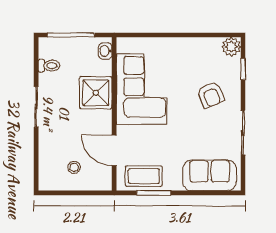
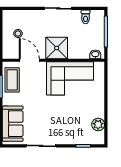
plant: (231, 47) -> (98, 124), moved
shower: (96, 93) -> (57, 48), moved
armchair: (211, 95) -> (66, 124), removed
door: (114, 150) -> (29, 60), hinge flipped

